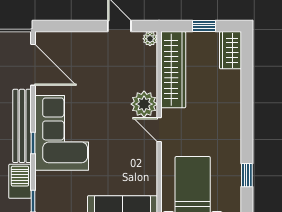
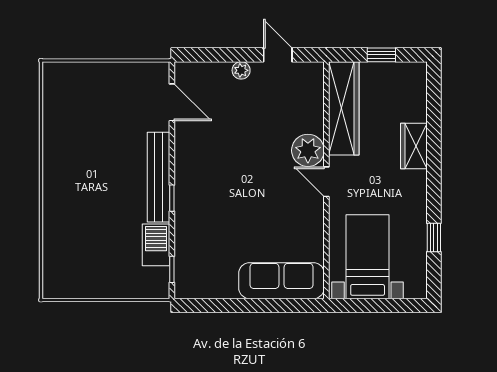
plant: (150, 39) -> (241, 70), moved
wardrobe: (230, 50) -> (414, 146), moved
door: (33, 65) -> (172, 102), width x0.73
corner sofa: (62, 133) -> (207, 186), removed

